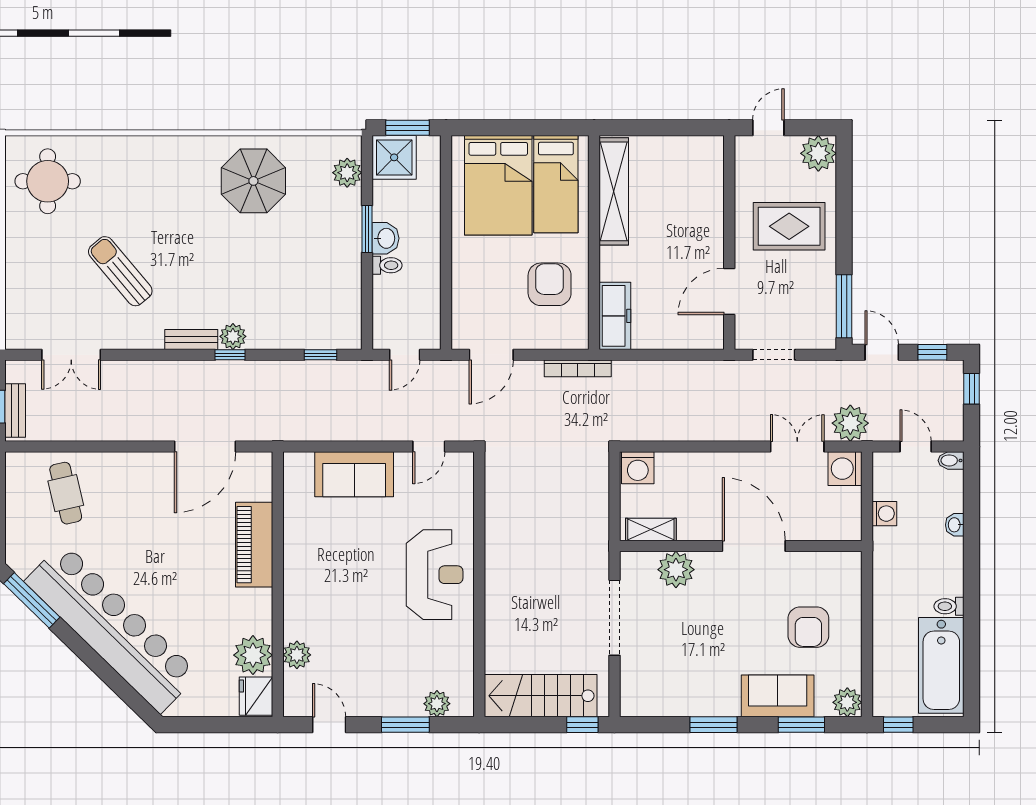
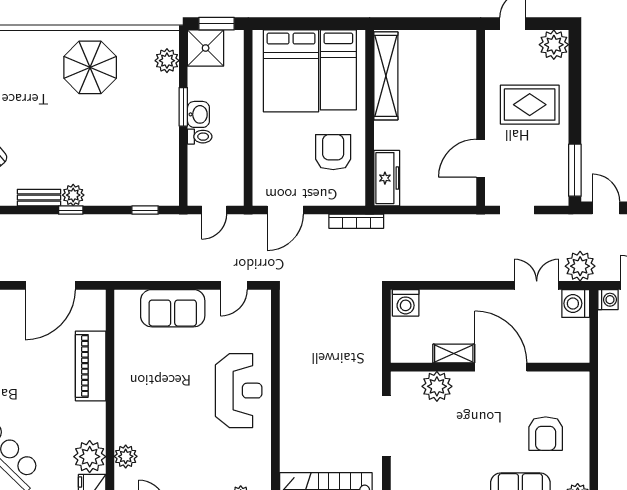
washing machine: (884, 514) -> (608, 300), moved
shelving: (651, 530) -> (454, 354), moved

